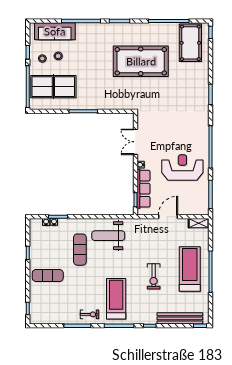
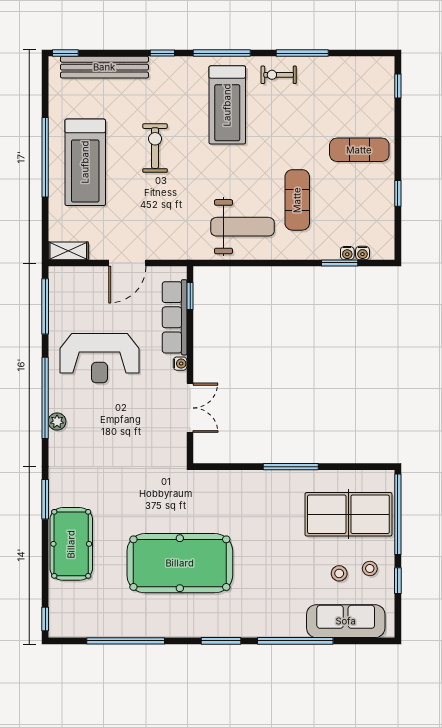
pool table: (190, 43) -> (71, 544), moved
plant: (204, 135) -> (57, 422), added

